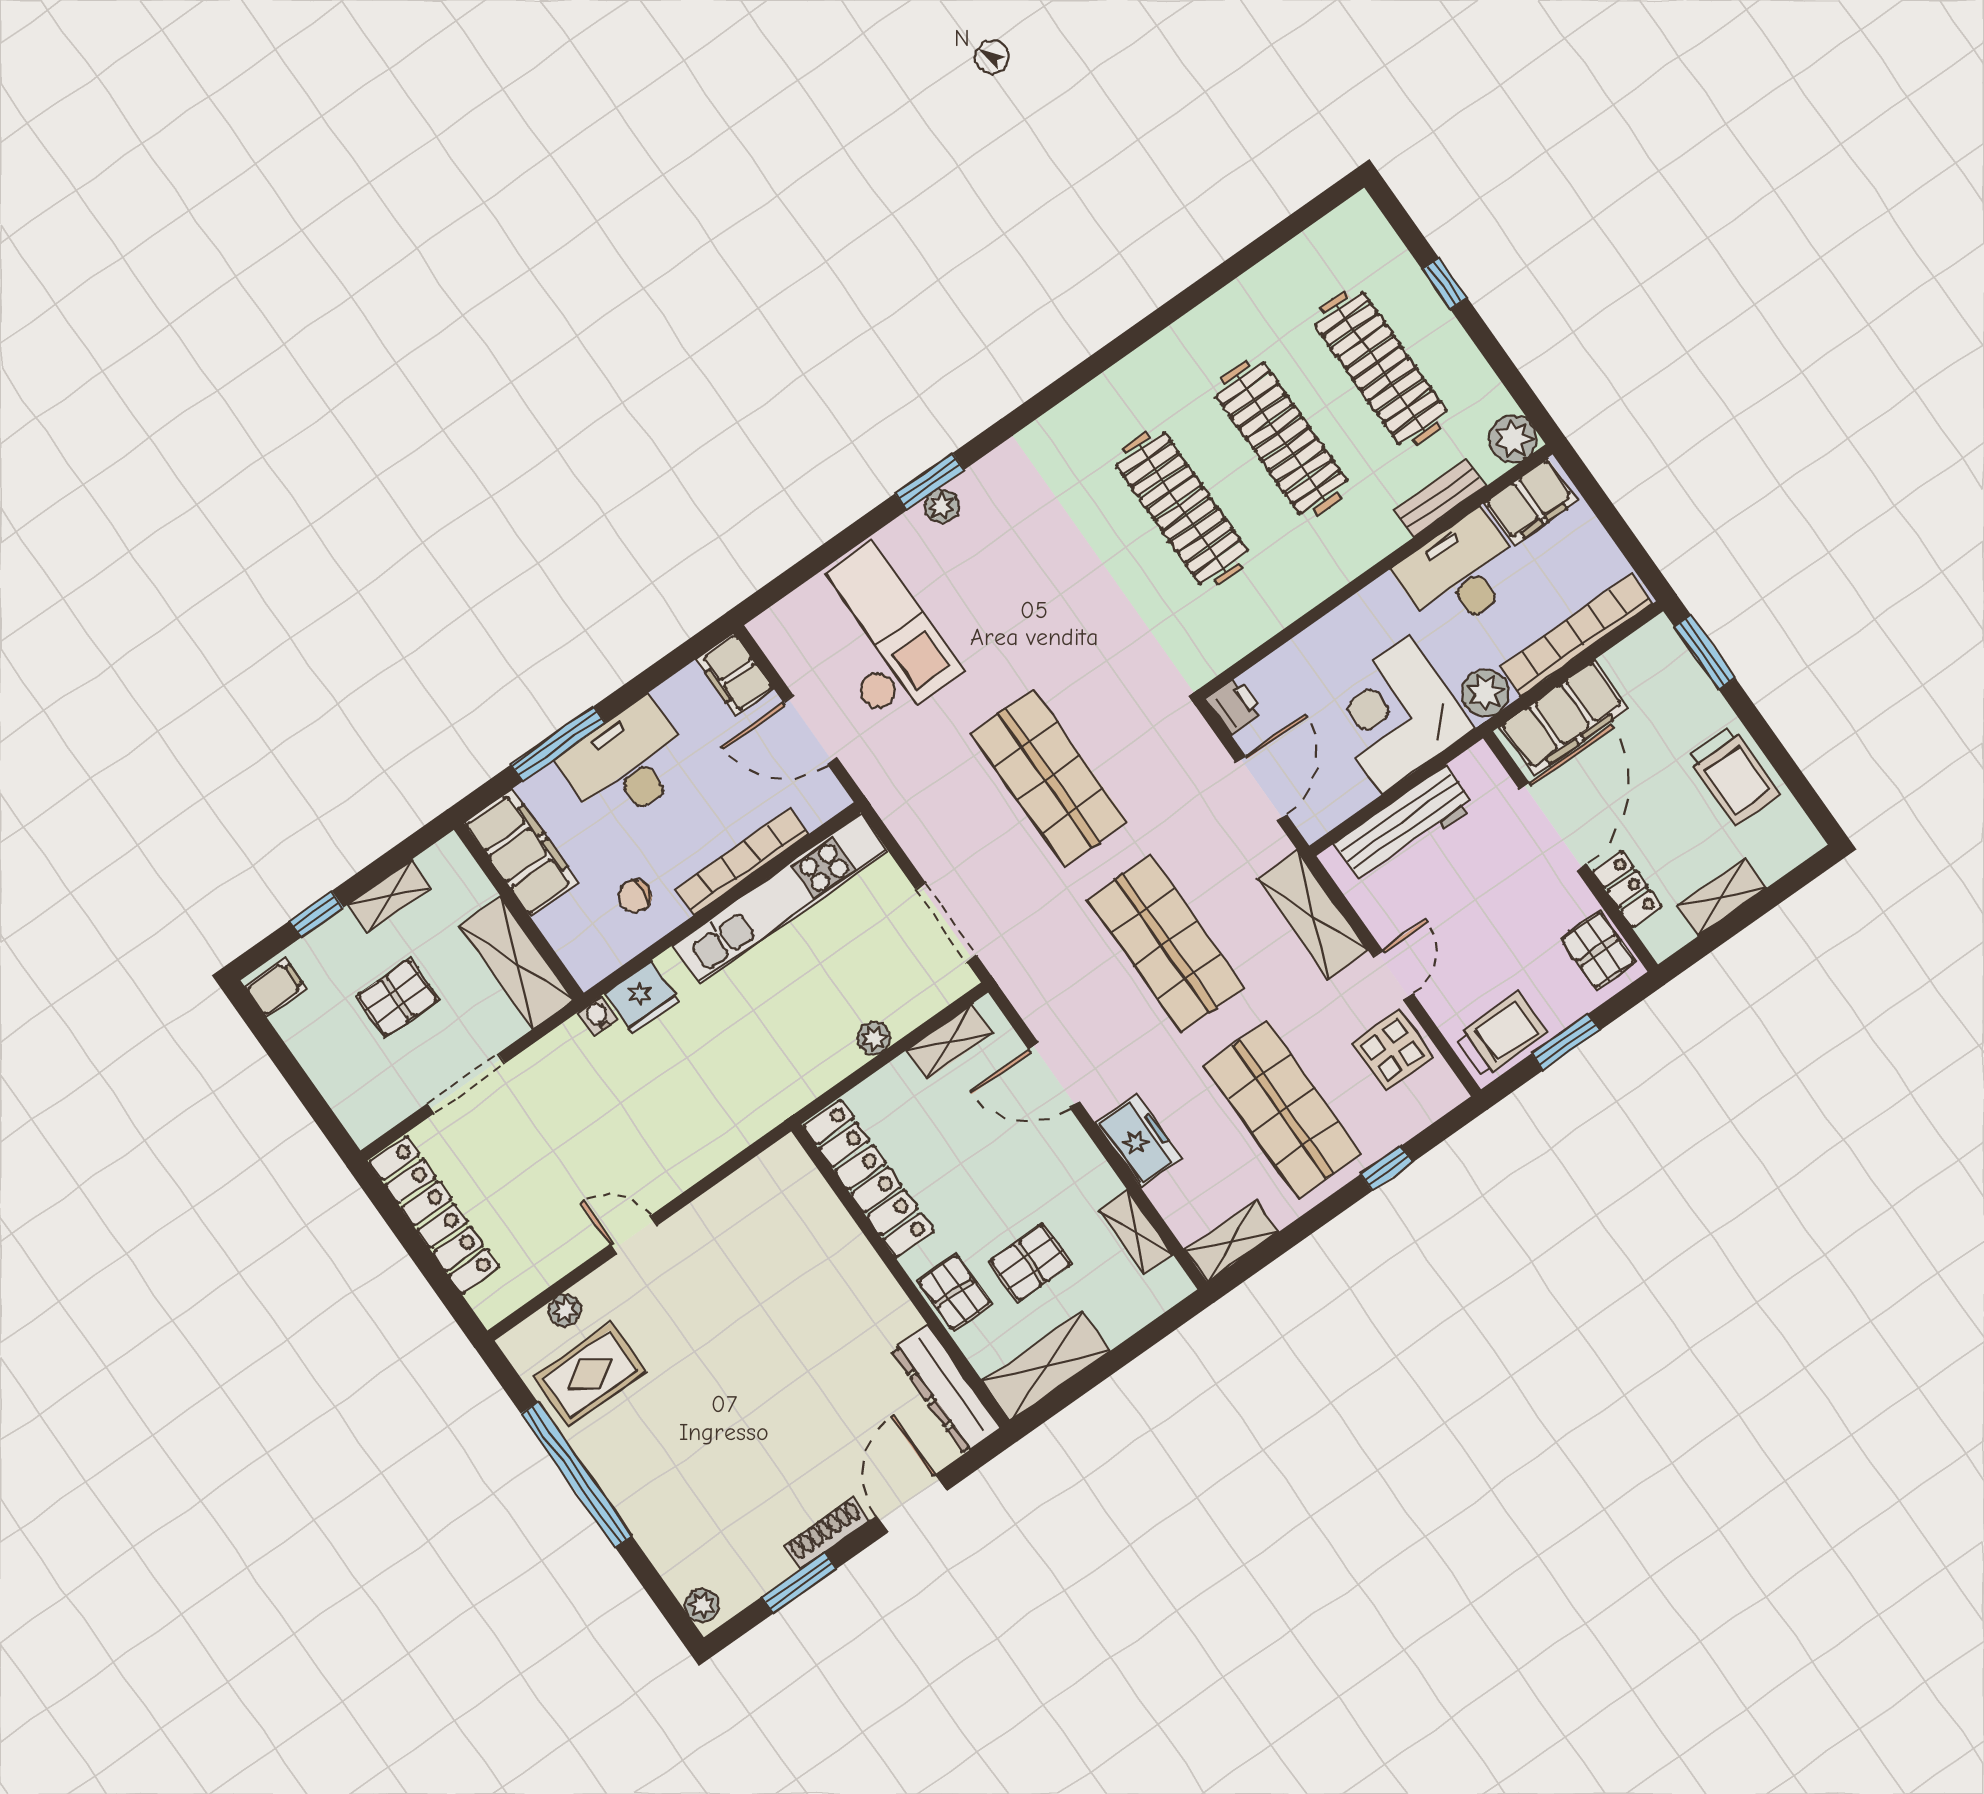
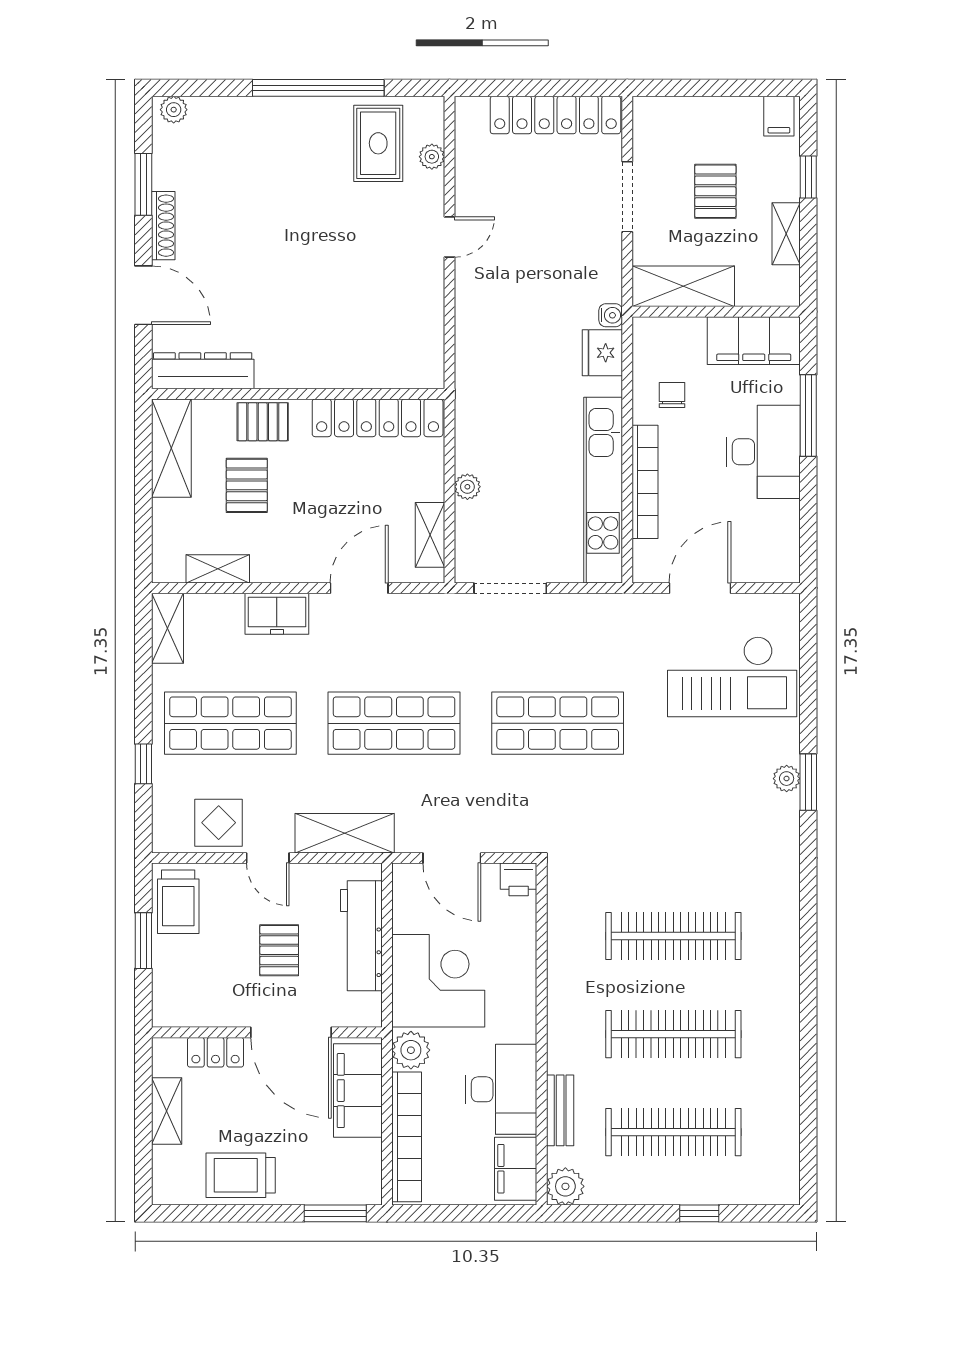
filing cabinet: (735, 674) -> (772, 564), removed
pallet: (1598, 950) -> (279, 950), moved, turned 90

